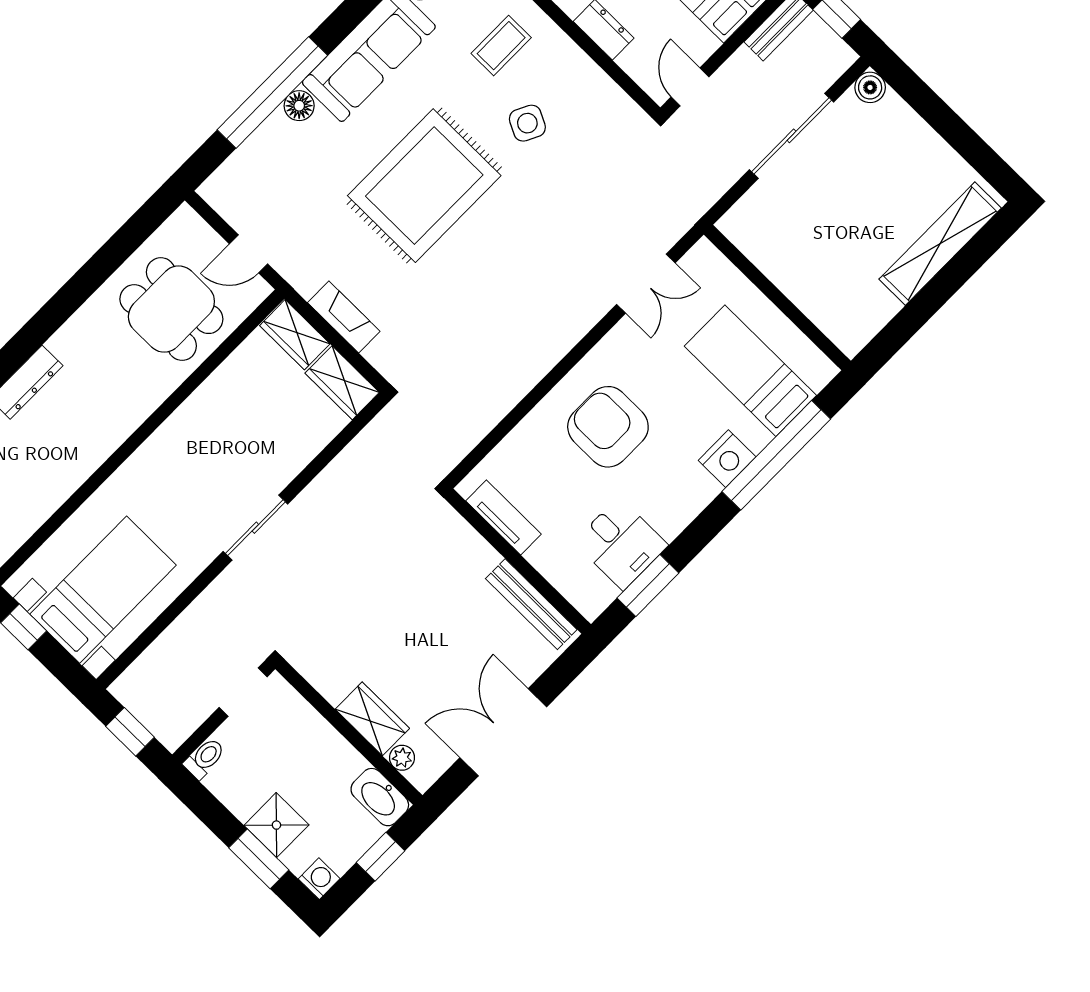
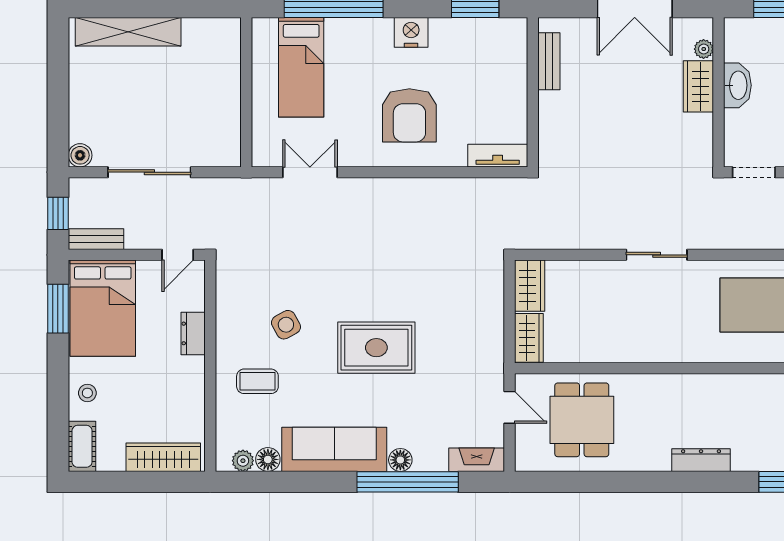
side table: (527, 123) -> (286, 325), turned 34
rug: (424, 186) -> (376, 348), width x0.73, depth x0.69
fireplace: (344, 317) -> (477, 460), moved, turned 90
nightstand: (727, 459) -> (411, 32), moved
tv unit: (503, 517) -> (498, 156), moved, turned 90
desk: (621, 544) -> (467, 45), removed
bench: (531, 604) -> (549, 61), width x0.73
washbasin: (380, 797) -> (737, 85), moved

